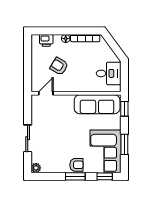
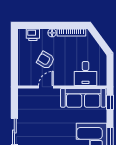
desk: (109, 73) -> (85, 73), moved, turned 90
door: (46, 93) -> (46, 87), moved

